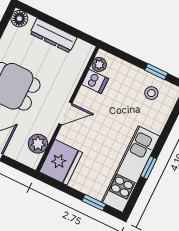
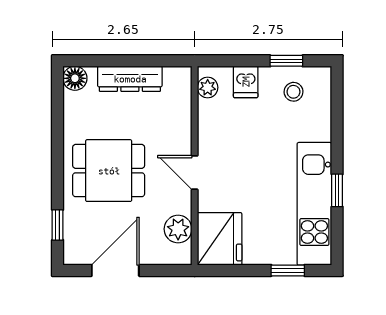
dishwasher: (95, 81) -> (246, 82), moved, turned 90
door: (65, 113) -> (195, 173), swing flipped

